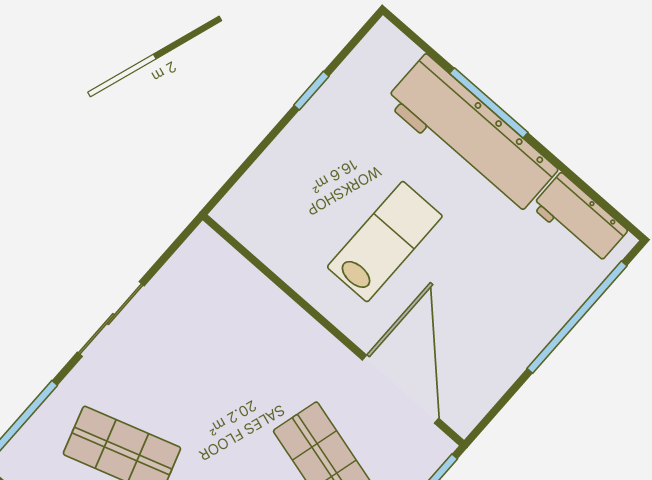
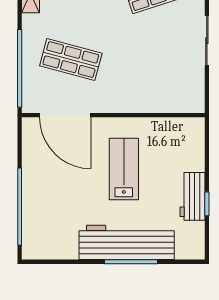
workbench: (579, 219) -> (192, 196), moved, turned -90
lab bench: (385, 242) -> (124, 169), turned 180

